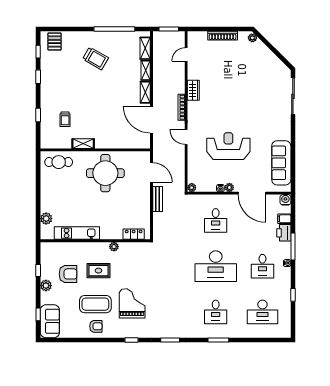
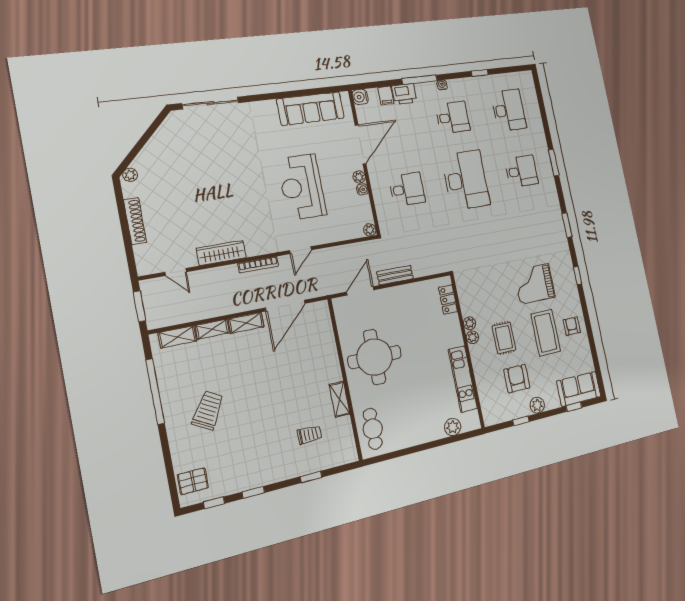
wardrobe: (193, 90) -> (221, 253), width x1.50
plant: (104, 247) -> (472, 337), added

